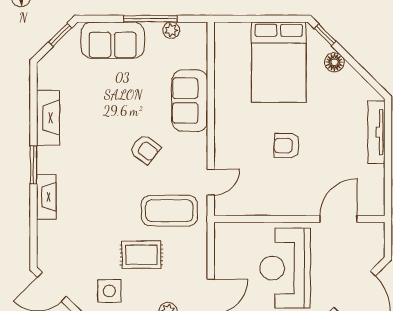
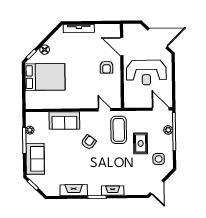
armchair: (287, 146) -> (107, 67), moved

